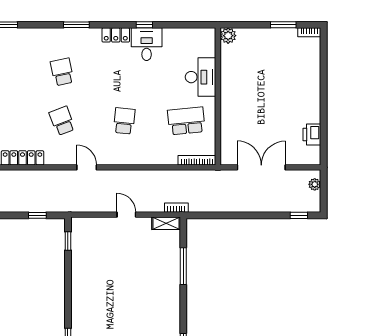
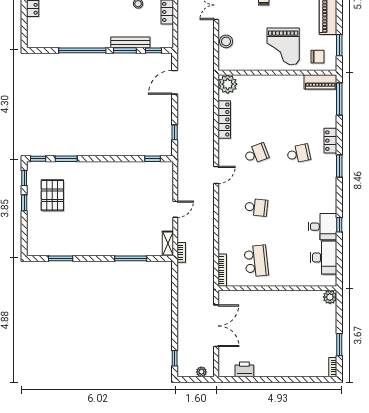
locker: (116, 35) -> (330, 141), moved
desk: (201, 77) -> (324, 258), moved, turned -90

